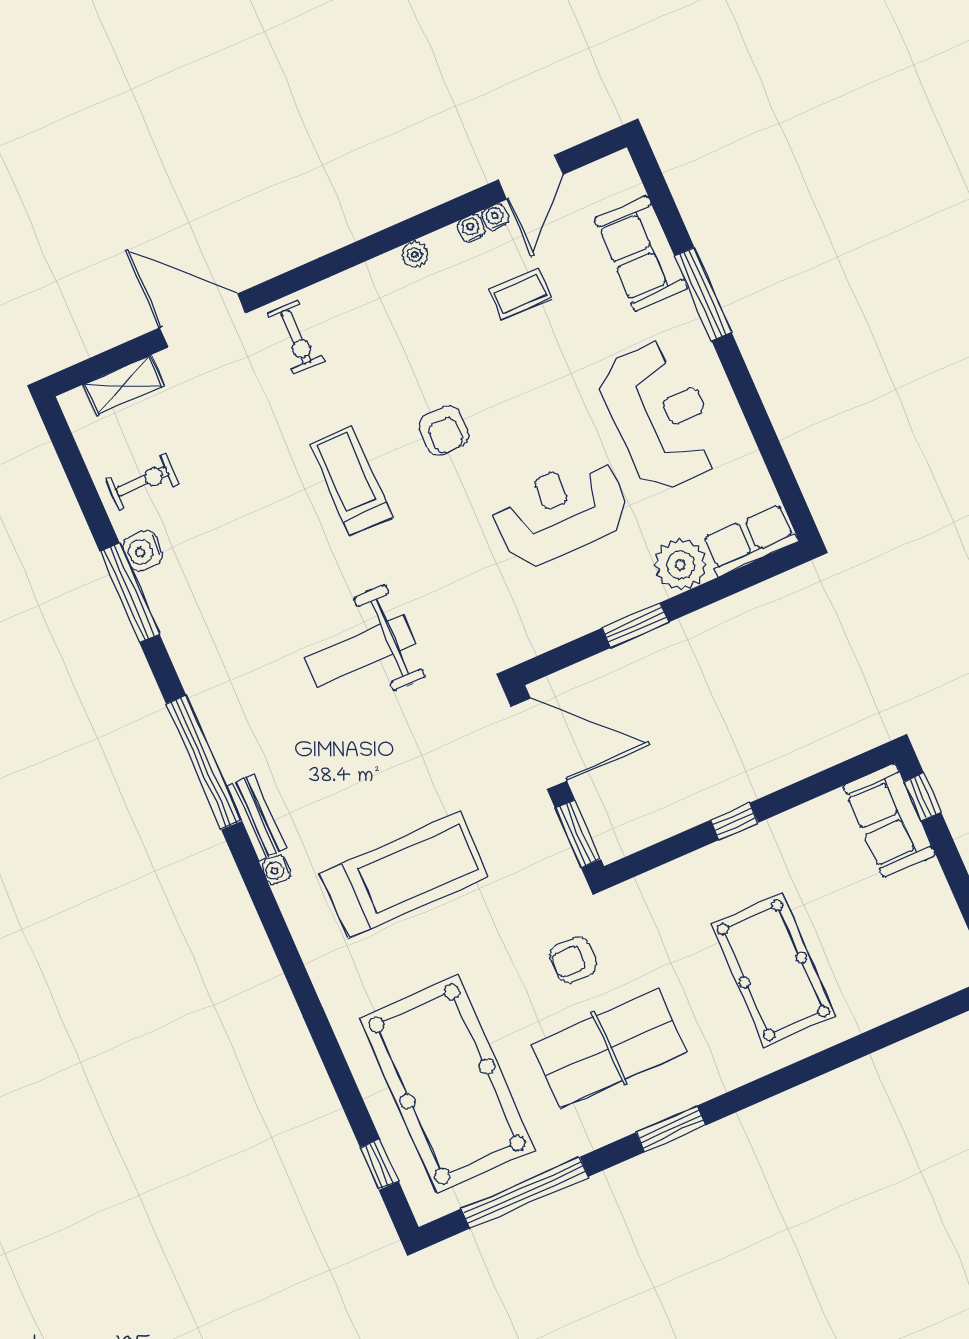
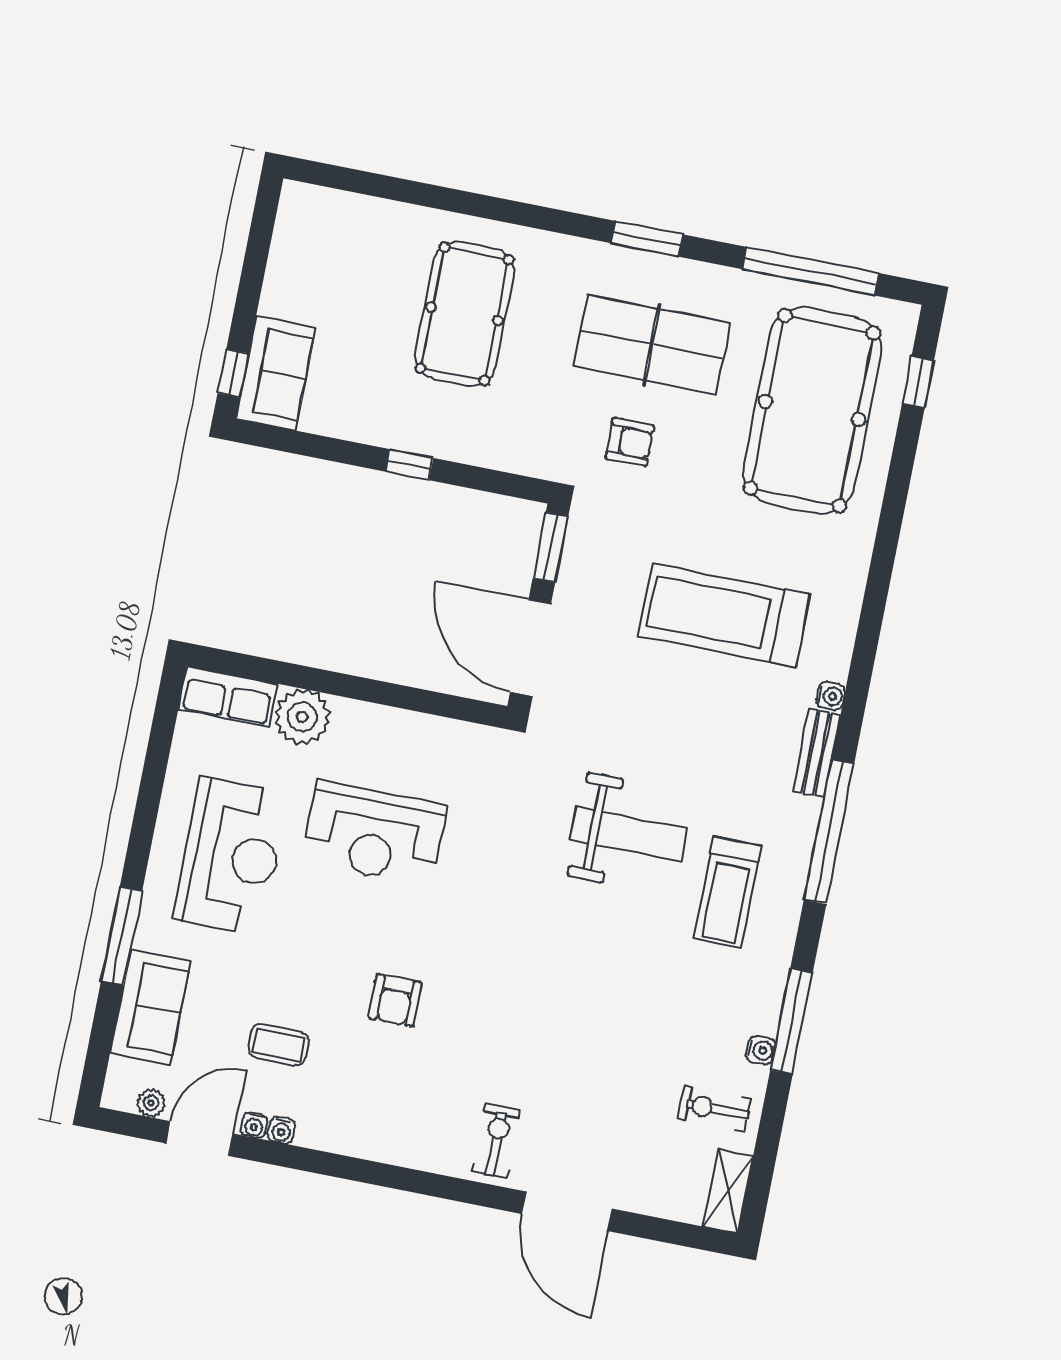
plant: (415, 254) -> (151, 1103), moved
shelving: (123, 385) -> (728, 1192), moved, turned 90
reception desk: (660, 416) -> (231, 856), turned 180
armchair: (444, 431) -> (395, 1000), moved, turned 180
treadmill: (351, 481) -> (727, 893), moved
water cooler: (143, 551) -> (760, 1050), width x0.72, depth x0.72
window: (635, 625) -> (377, 692), removed

